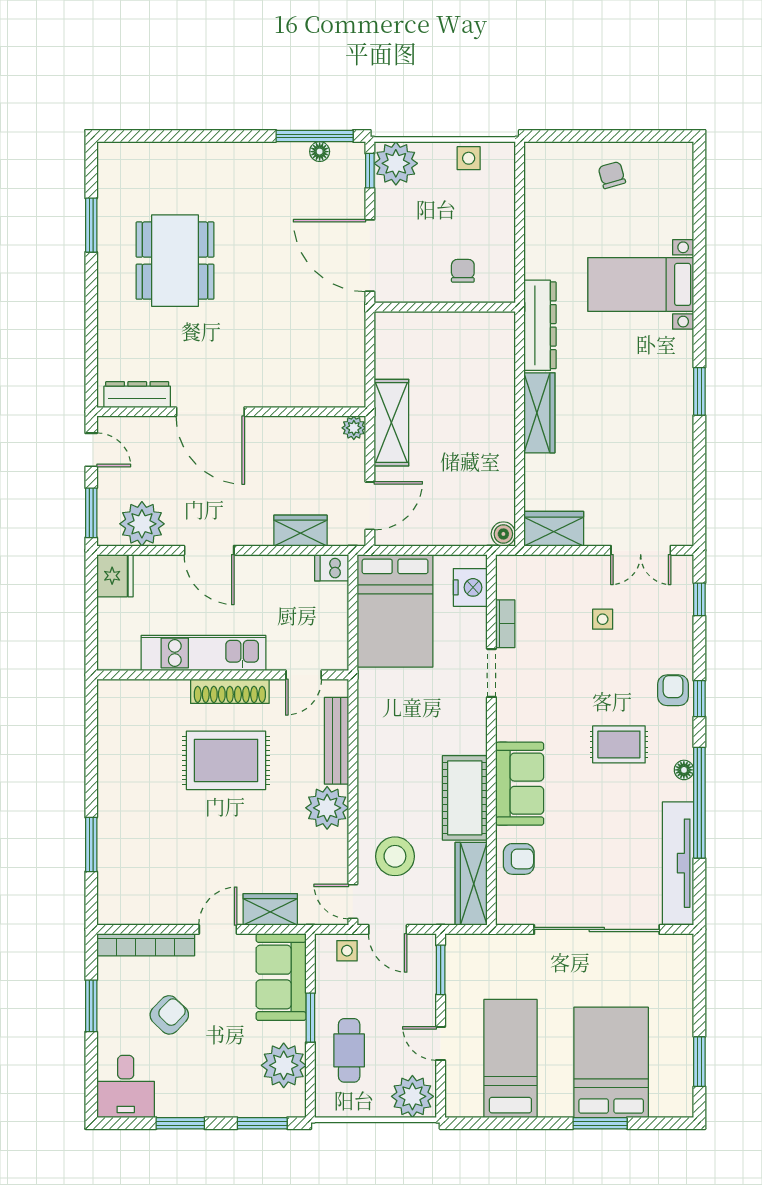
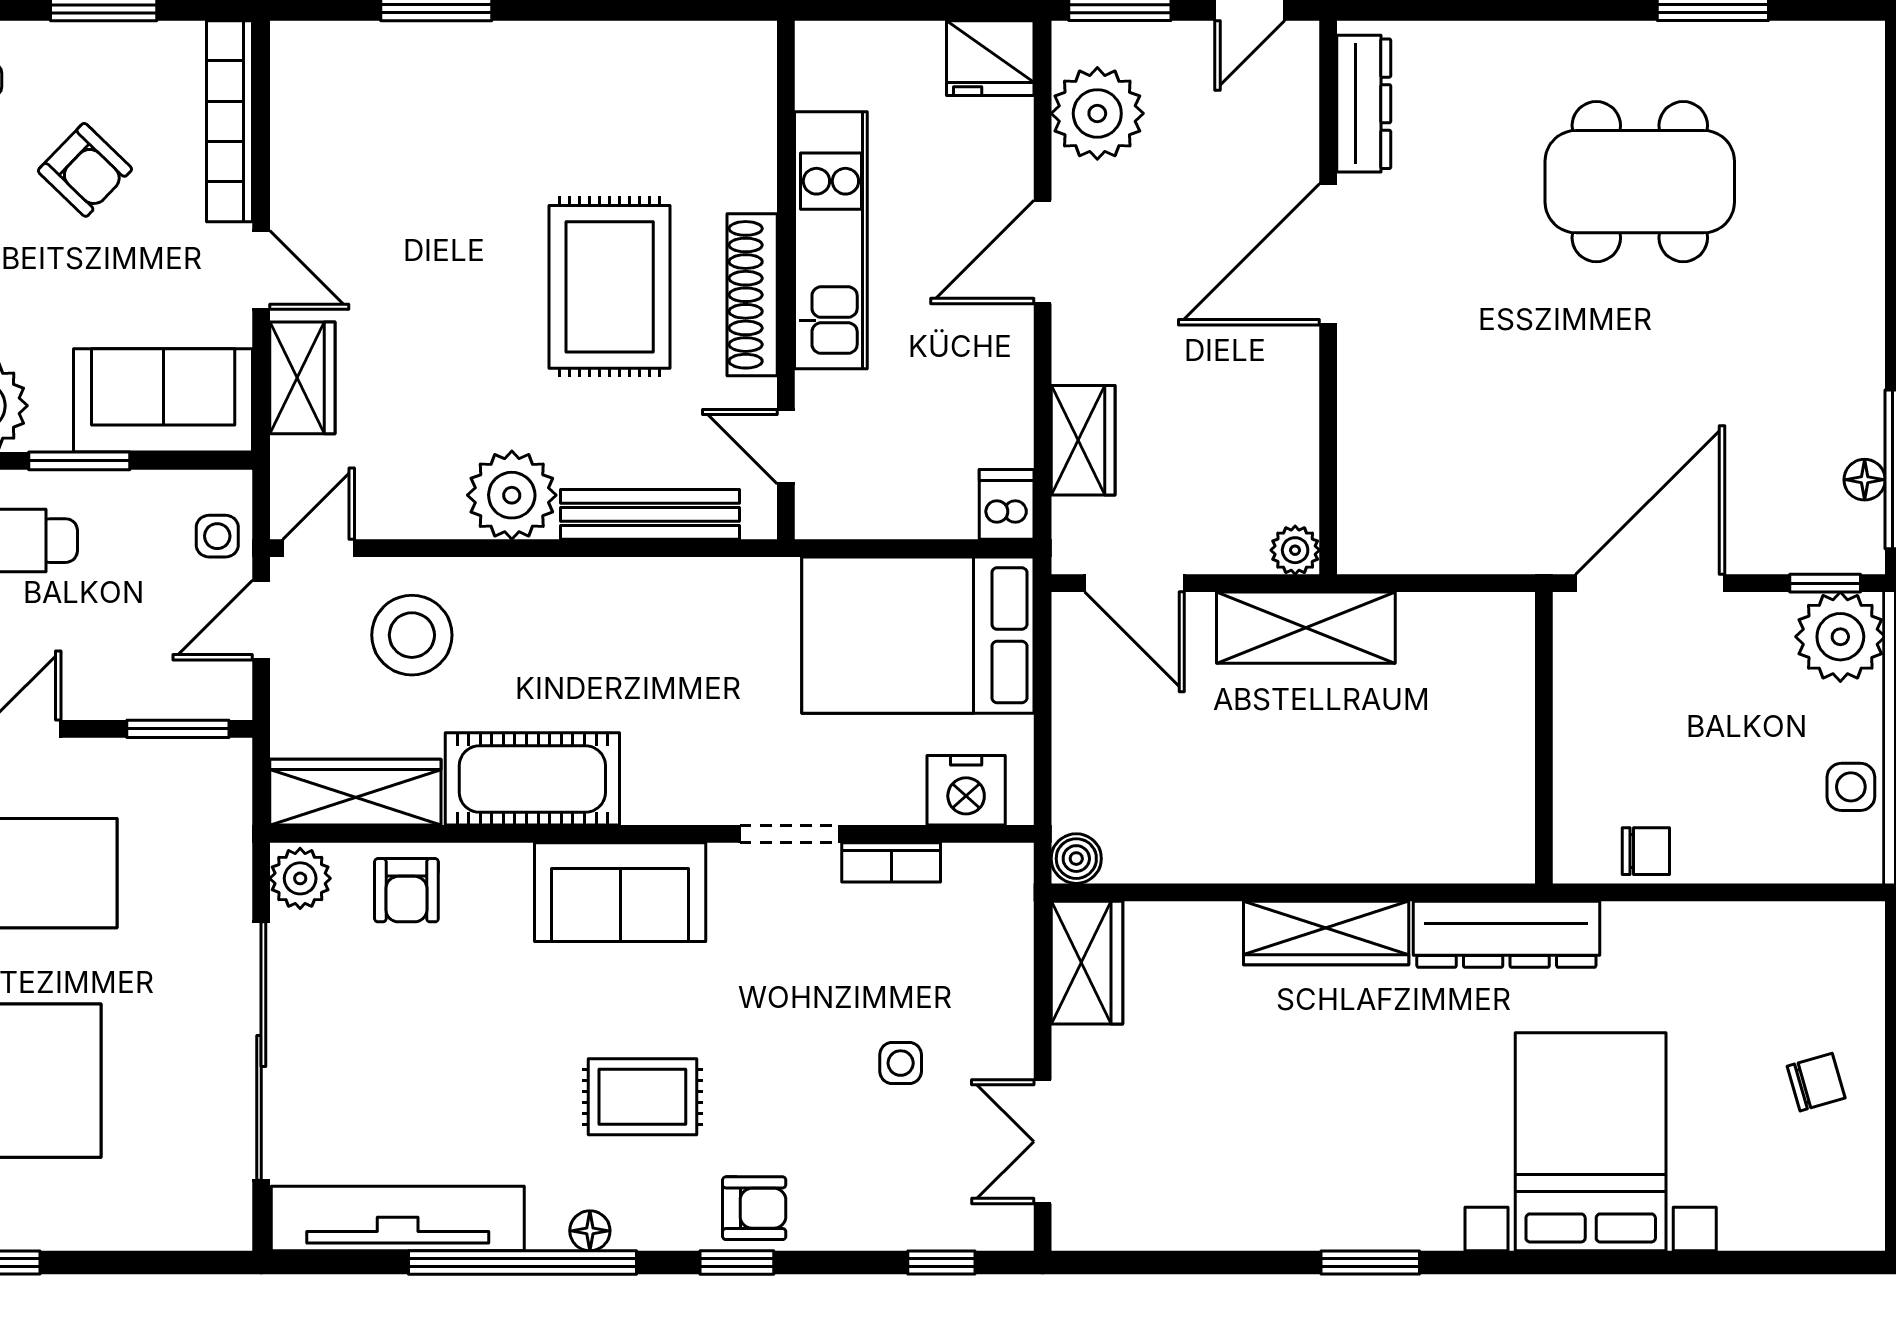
chair: (463, 271) -> (1646, 851), moved
bed with nightstands: (641, 284) -> (1591, 1142), width x1.36
rug: (619, 744) -> (642, 1097), turned 90
sofa: (520, 784) -> (620, 892), moved
plant: (513, 911) -> (300, 878), added

